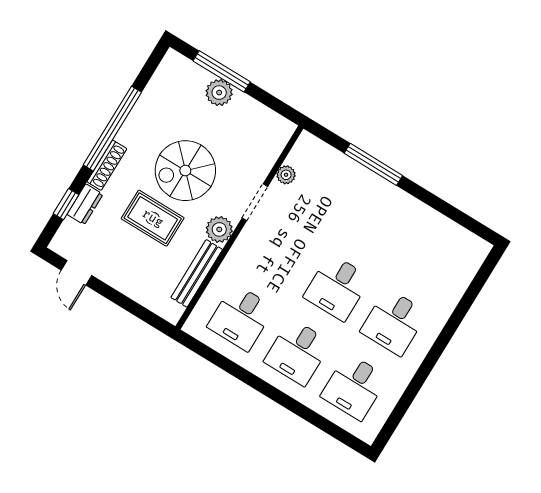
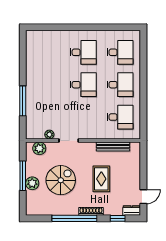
window: (222, 71) -> (23, 176), moved
spiral stairs: (185, 171) -> (61, 180), moved, turned -90
dresser: (85, 204) -> (132, 210), moved
plant: (219, 229) -> (39, 148), moved

